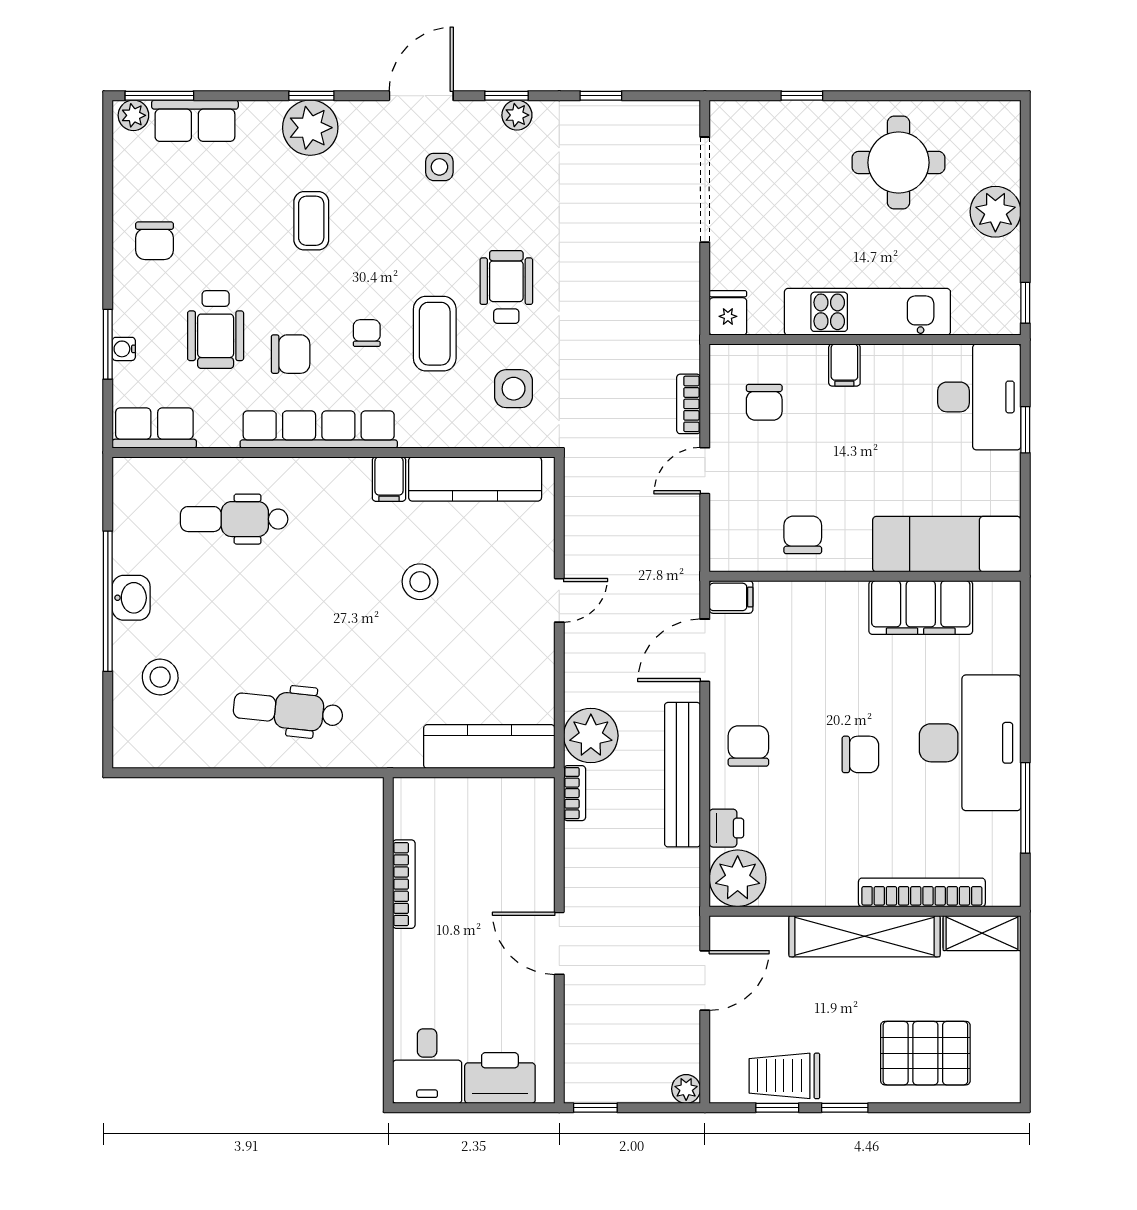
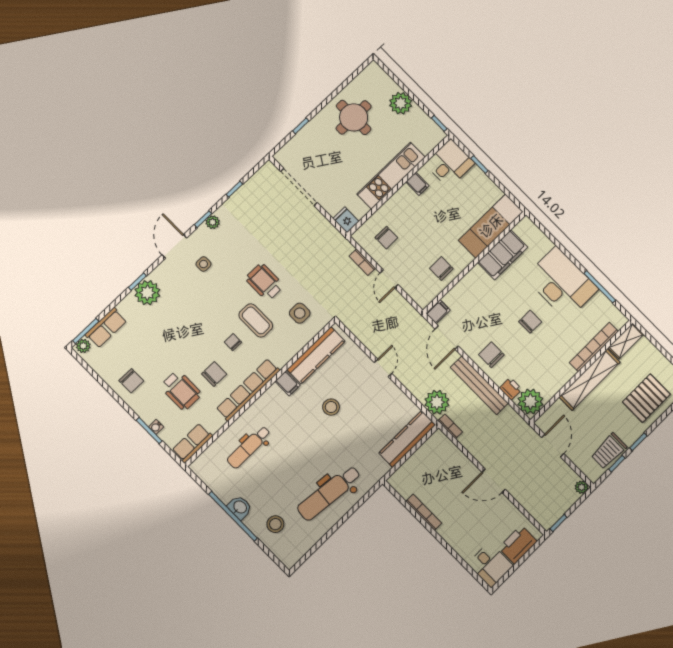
coffee table: (311, 221) -> (178, 323), removed
filing cabinet: (844, 365) -> (417, 184), moved
desk: (979, 397) -> (450, 164), width x0.73
dental chair: (288, 711) -> (329, 493), width x1.36, depth x1.38

